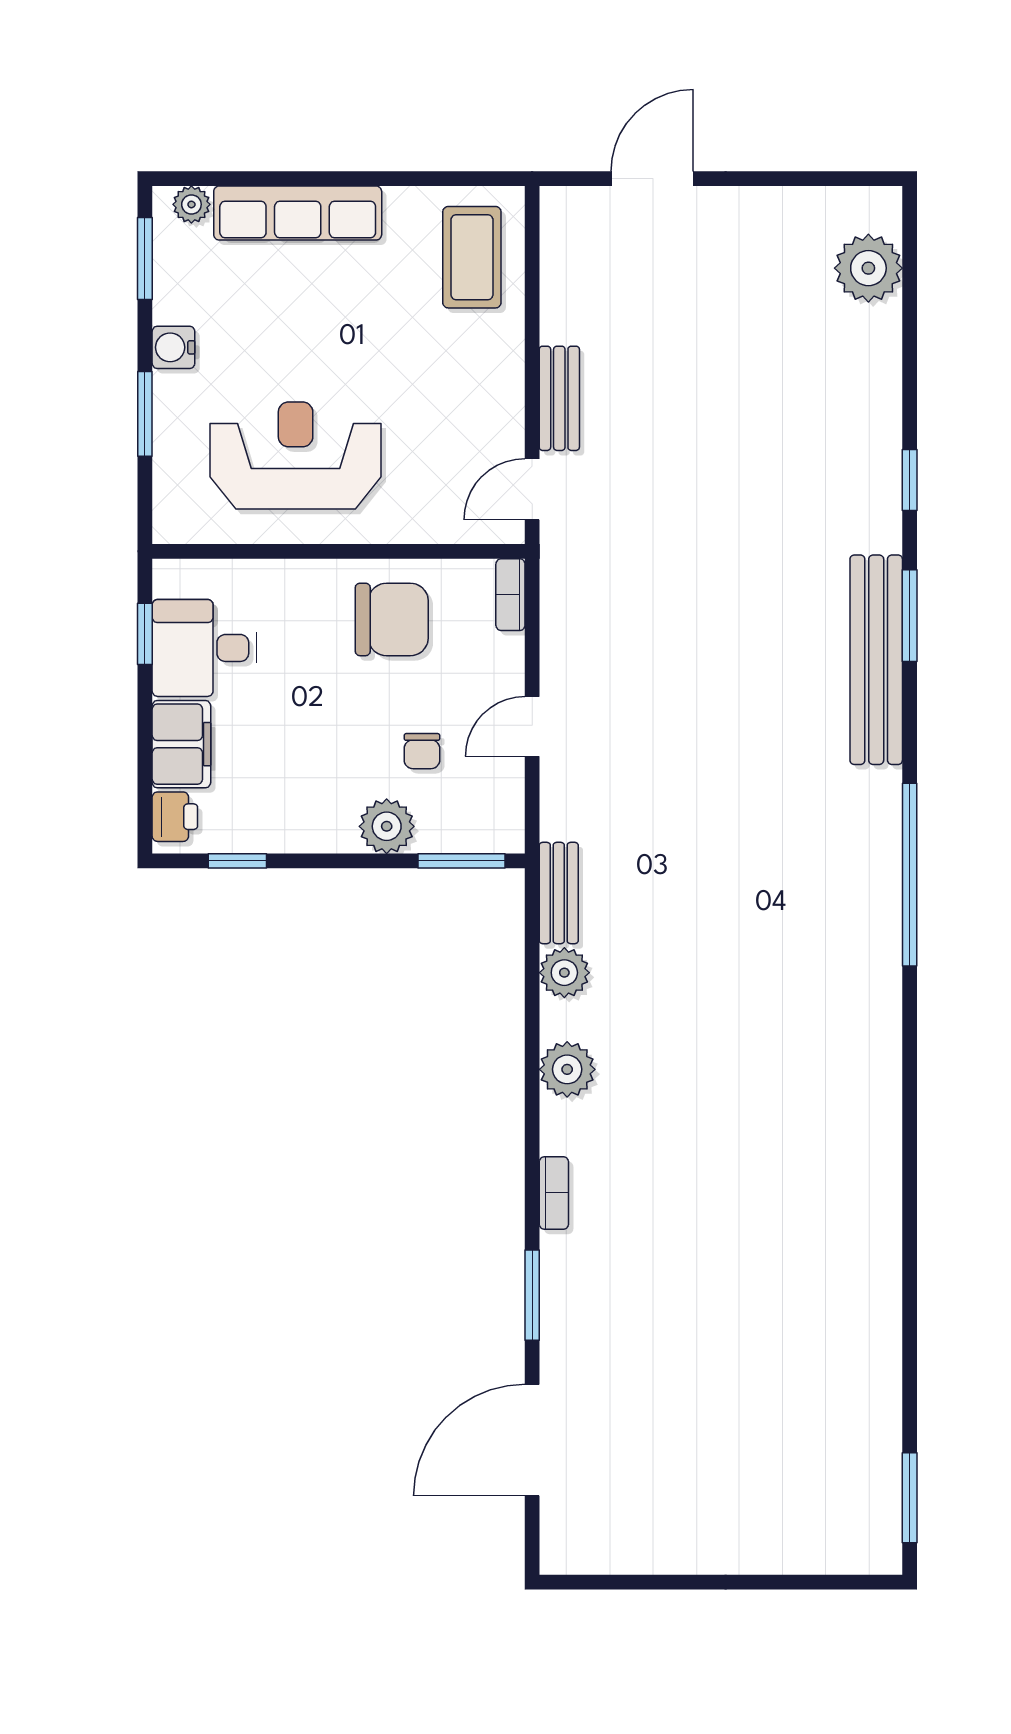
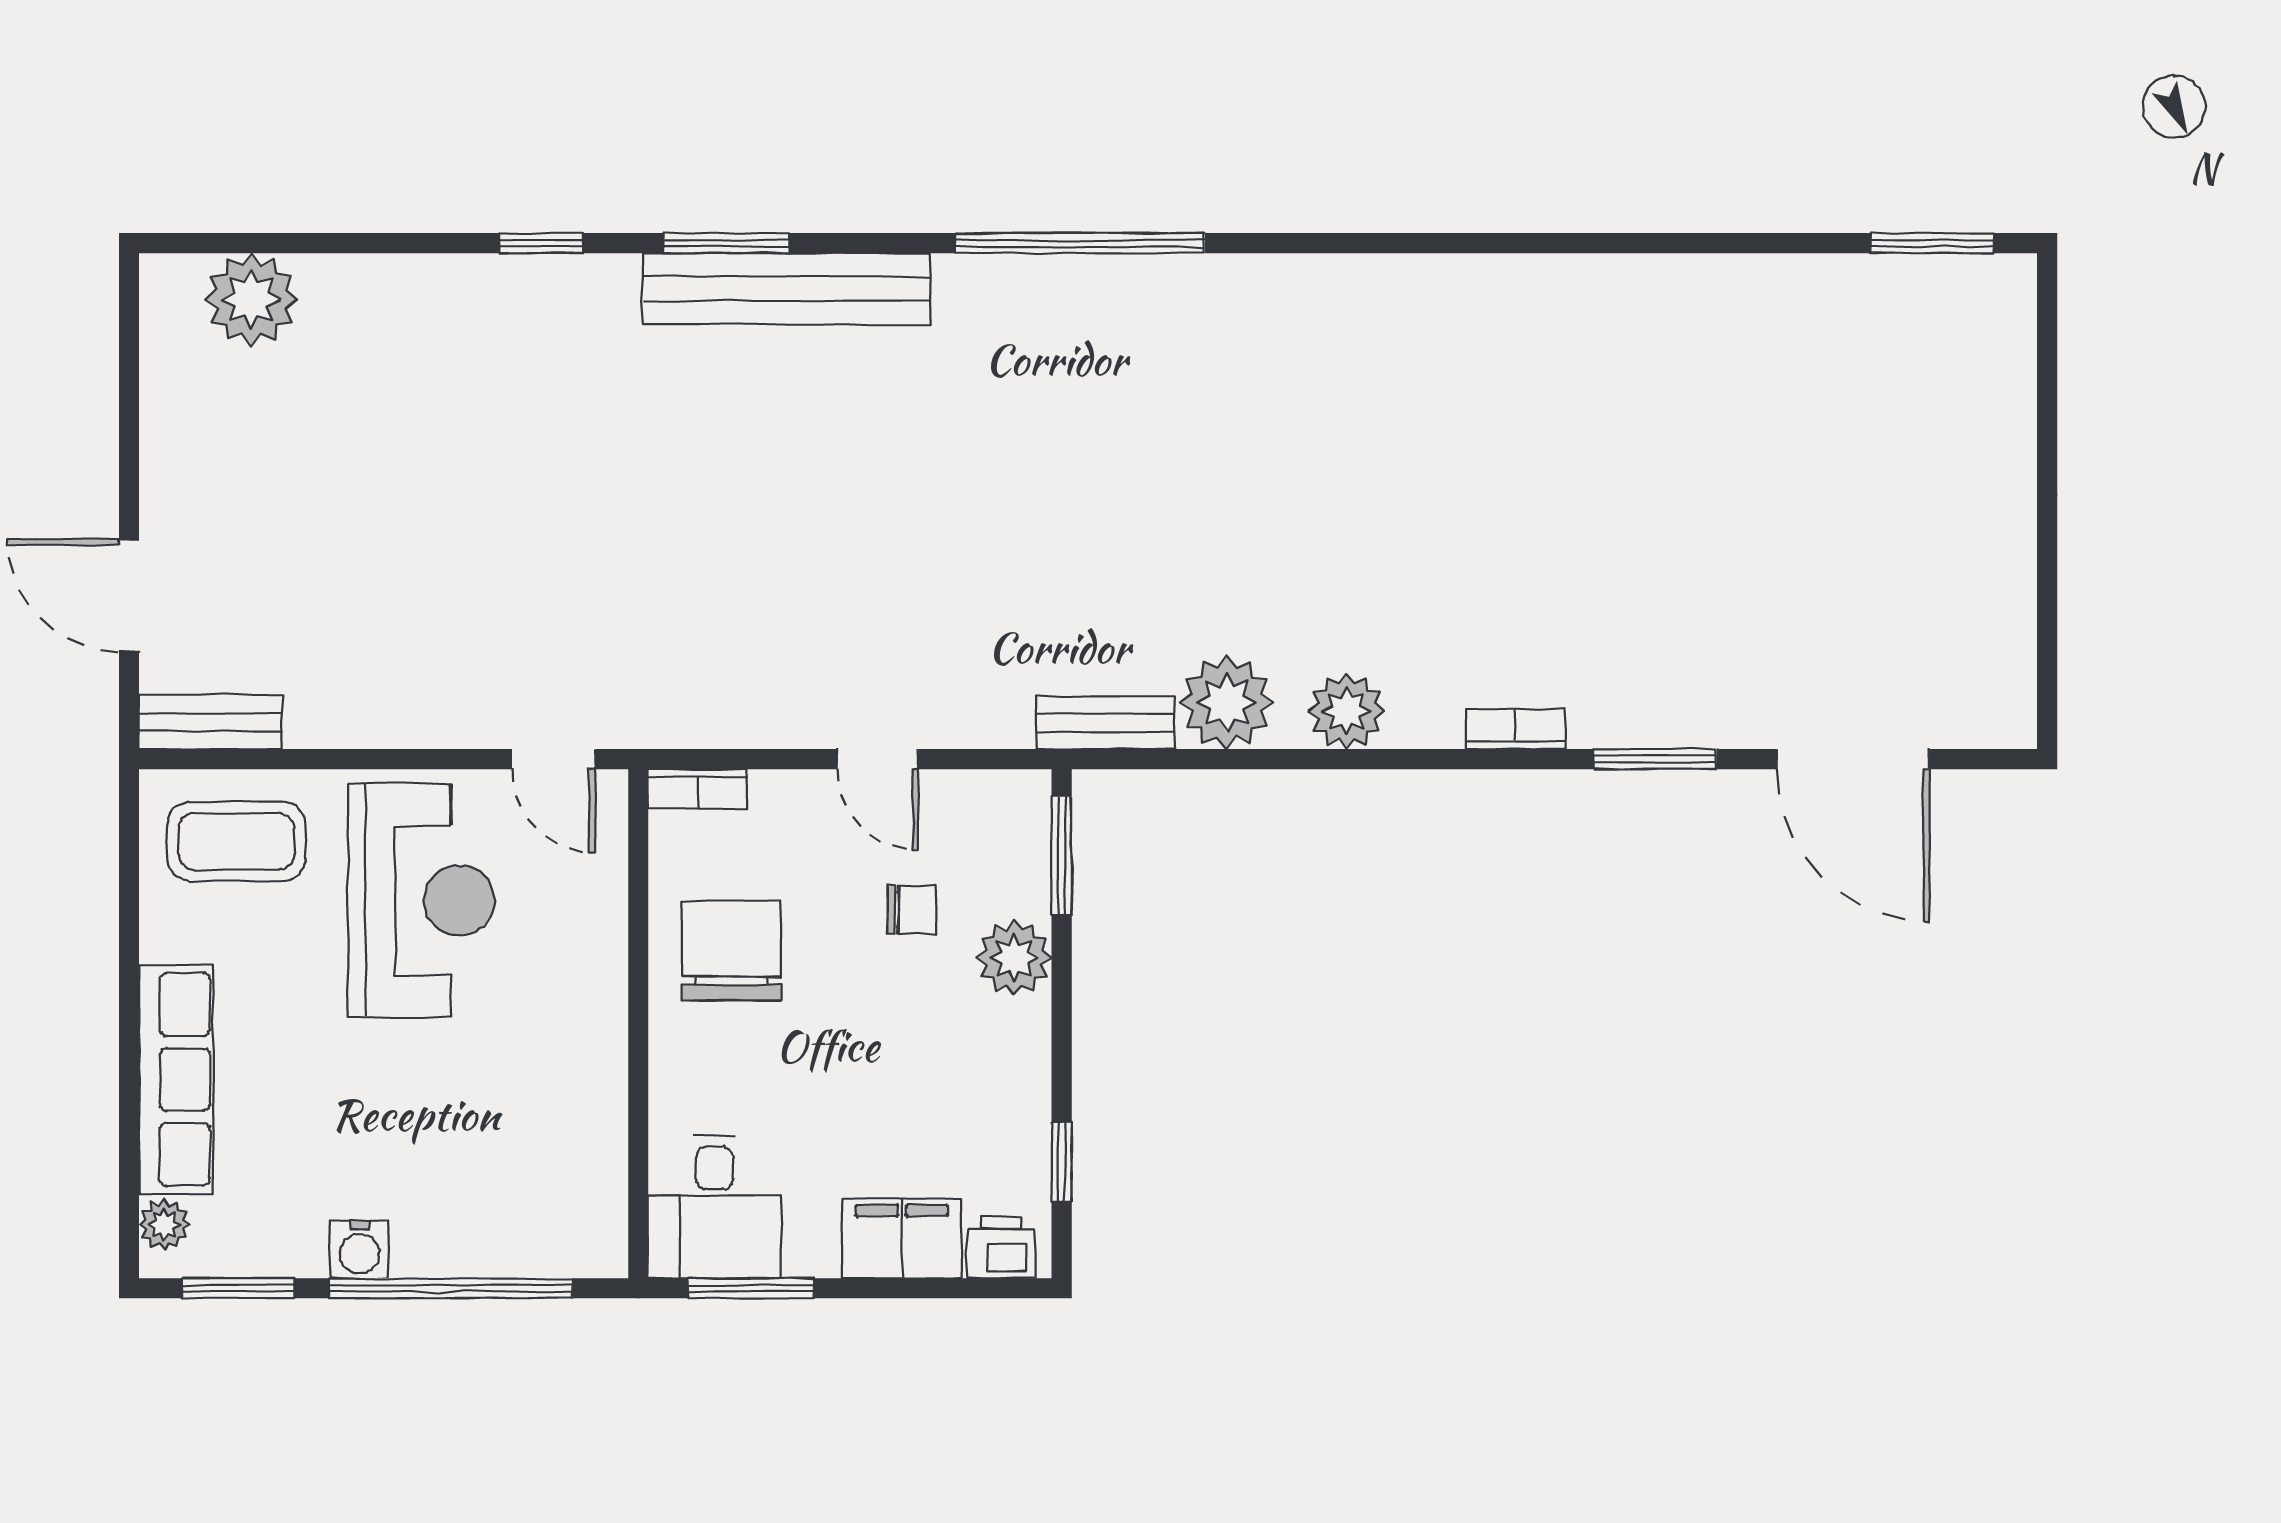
bench: (559, 398) -> (210, 722), moved
window: (145, 414) -> (451, 1288), width x2.11
reception desk: (296, 456) -> (421, 901), moved, turned 180
window: (145, 634) -> (751, 1288), width x1.50
desk: (205, 648) -> (715, 1207), moved
plant: (564, 973) -> (1227, 703), width x1.36, depth x1.36

